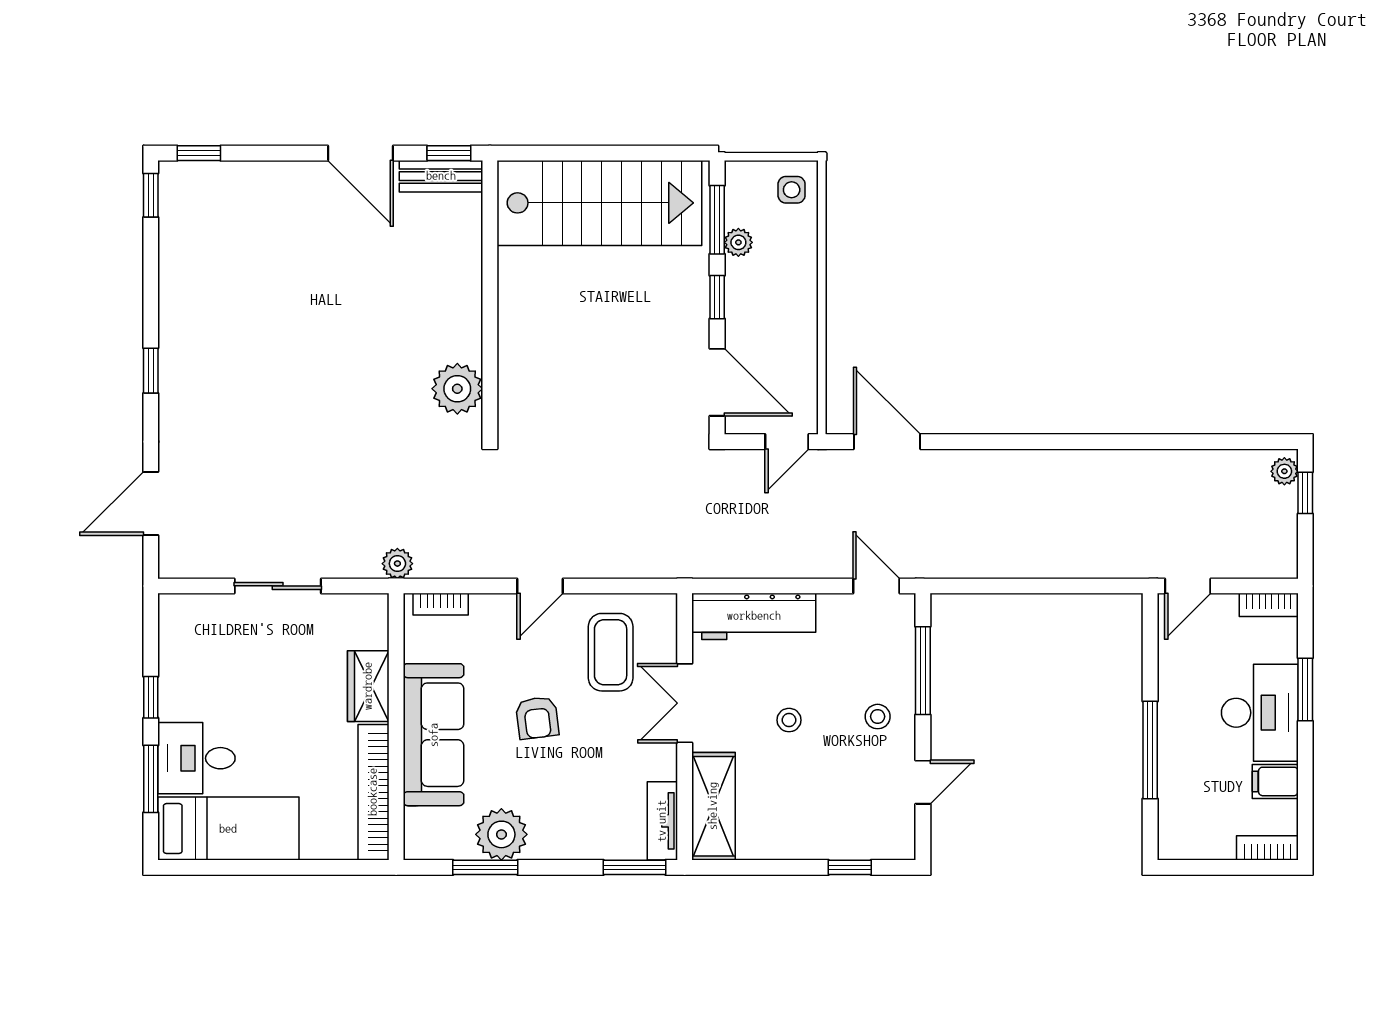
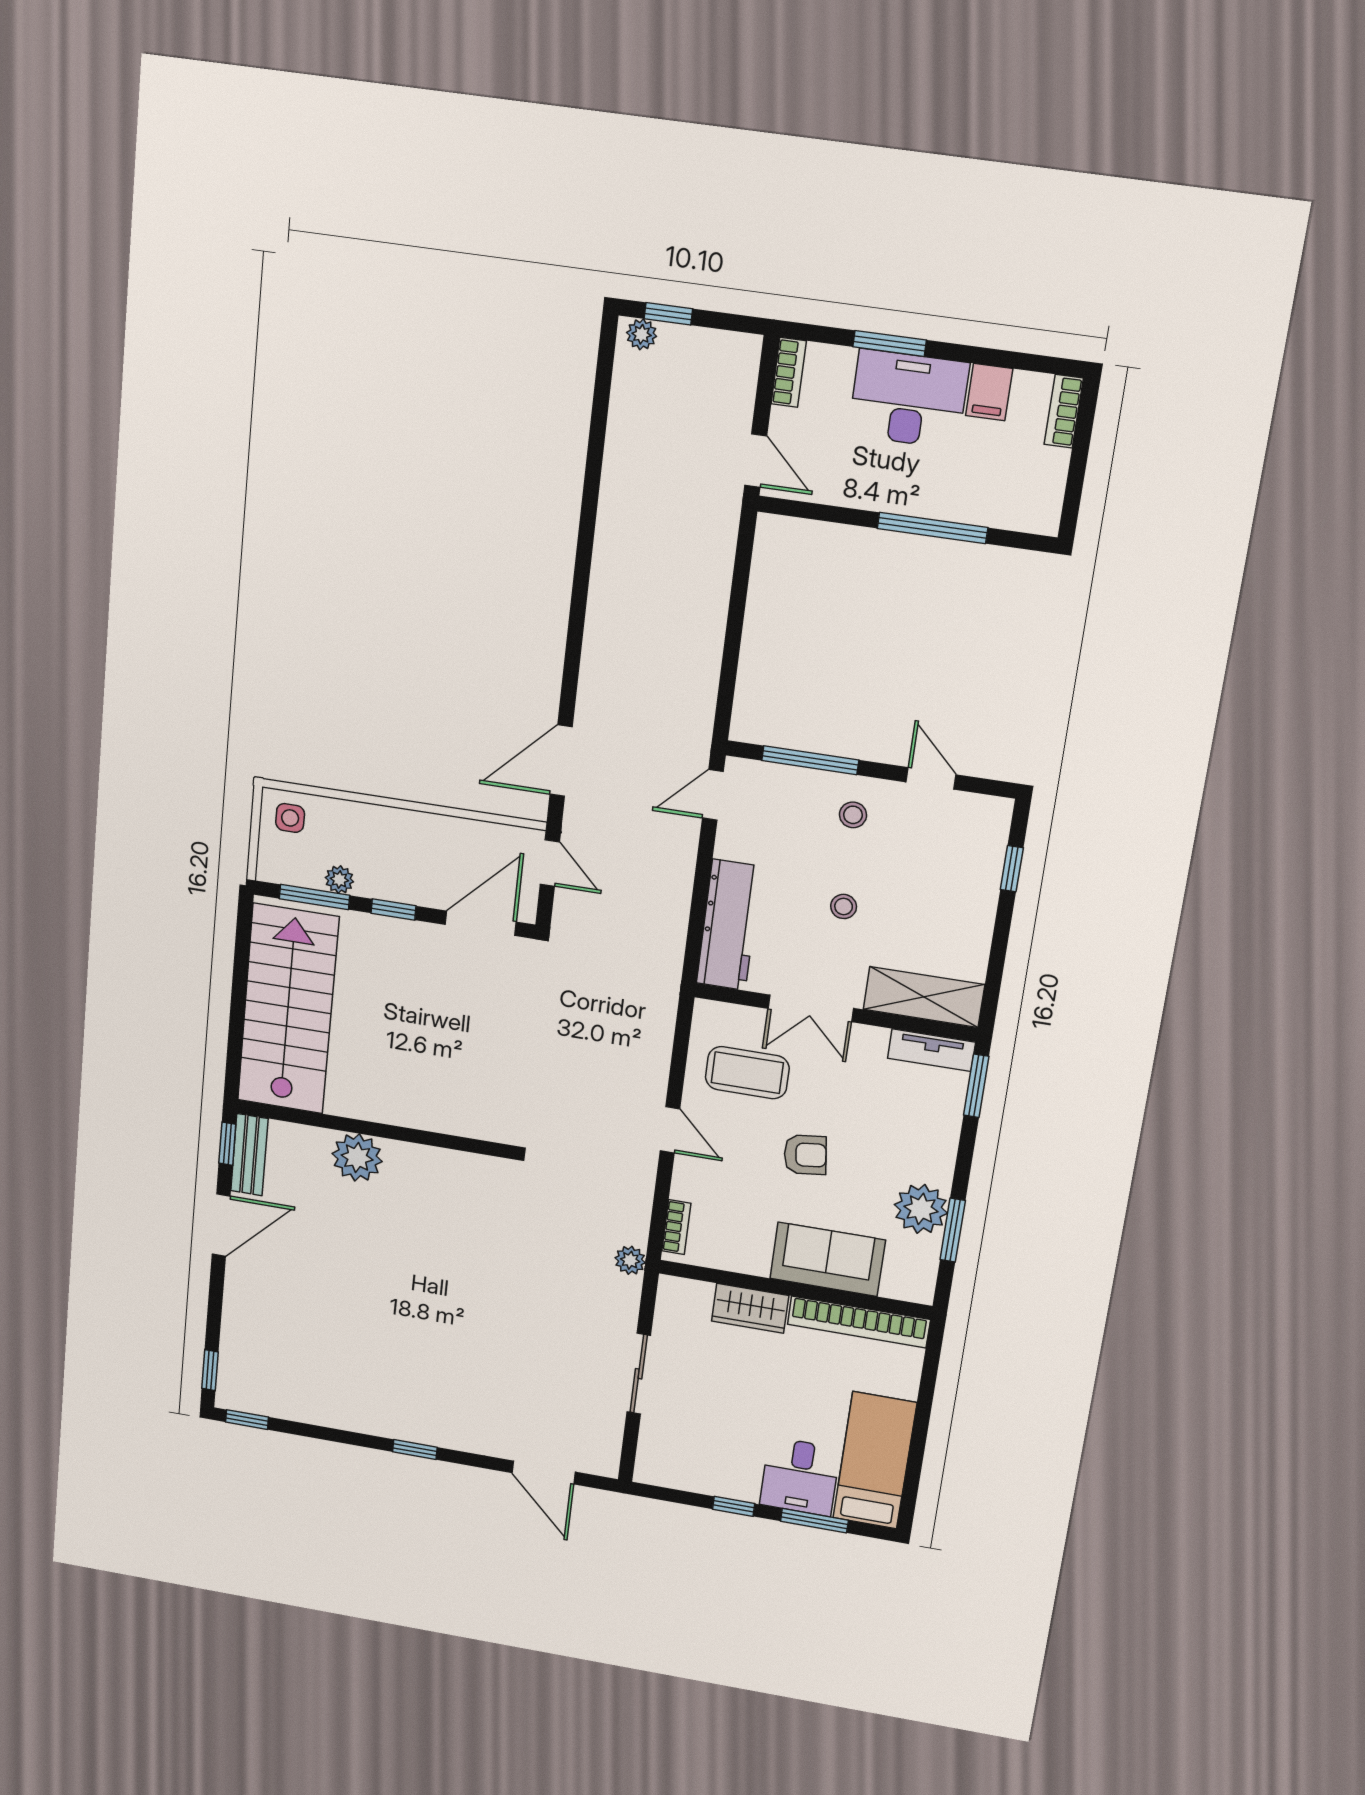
plant: (457, 389) -> (357, 1157), moved
sofa: (434, 735) -> (828, 1259), width x0.73

